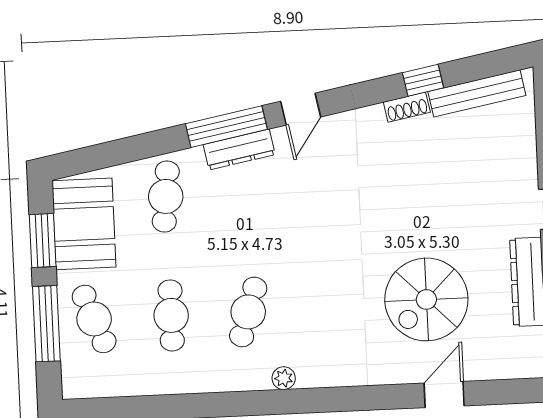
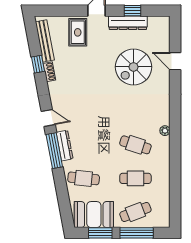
rug: (500, 168) -> (78, 32), added
spiral stairs: (426, 299) -> (134, 67), turned 90

